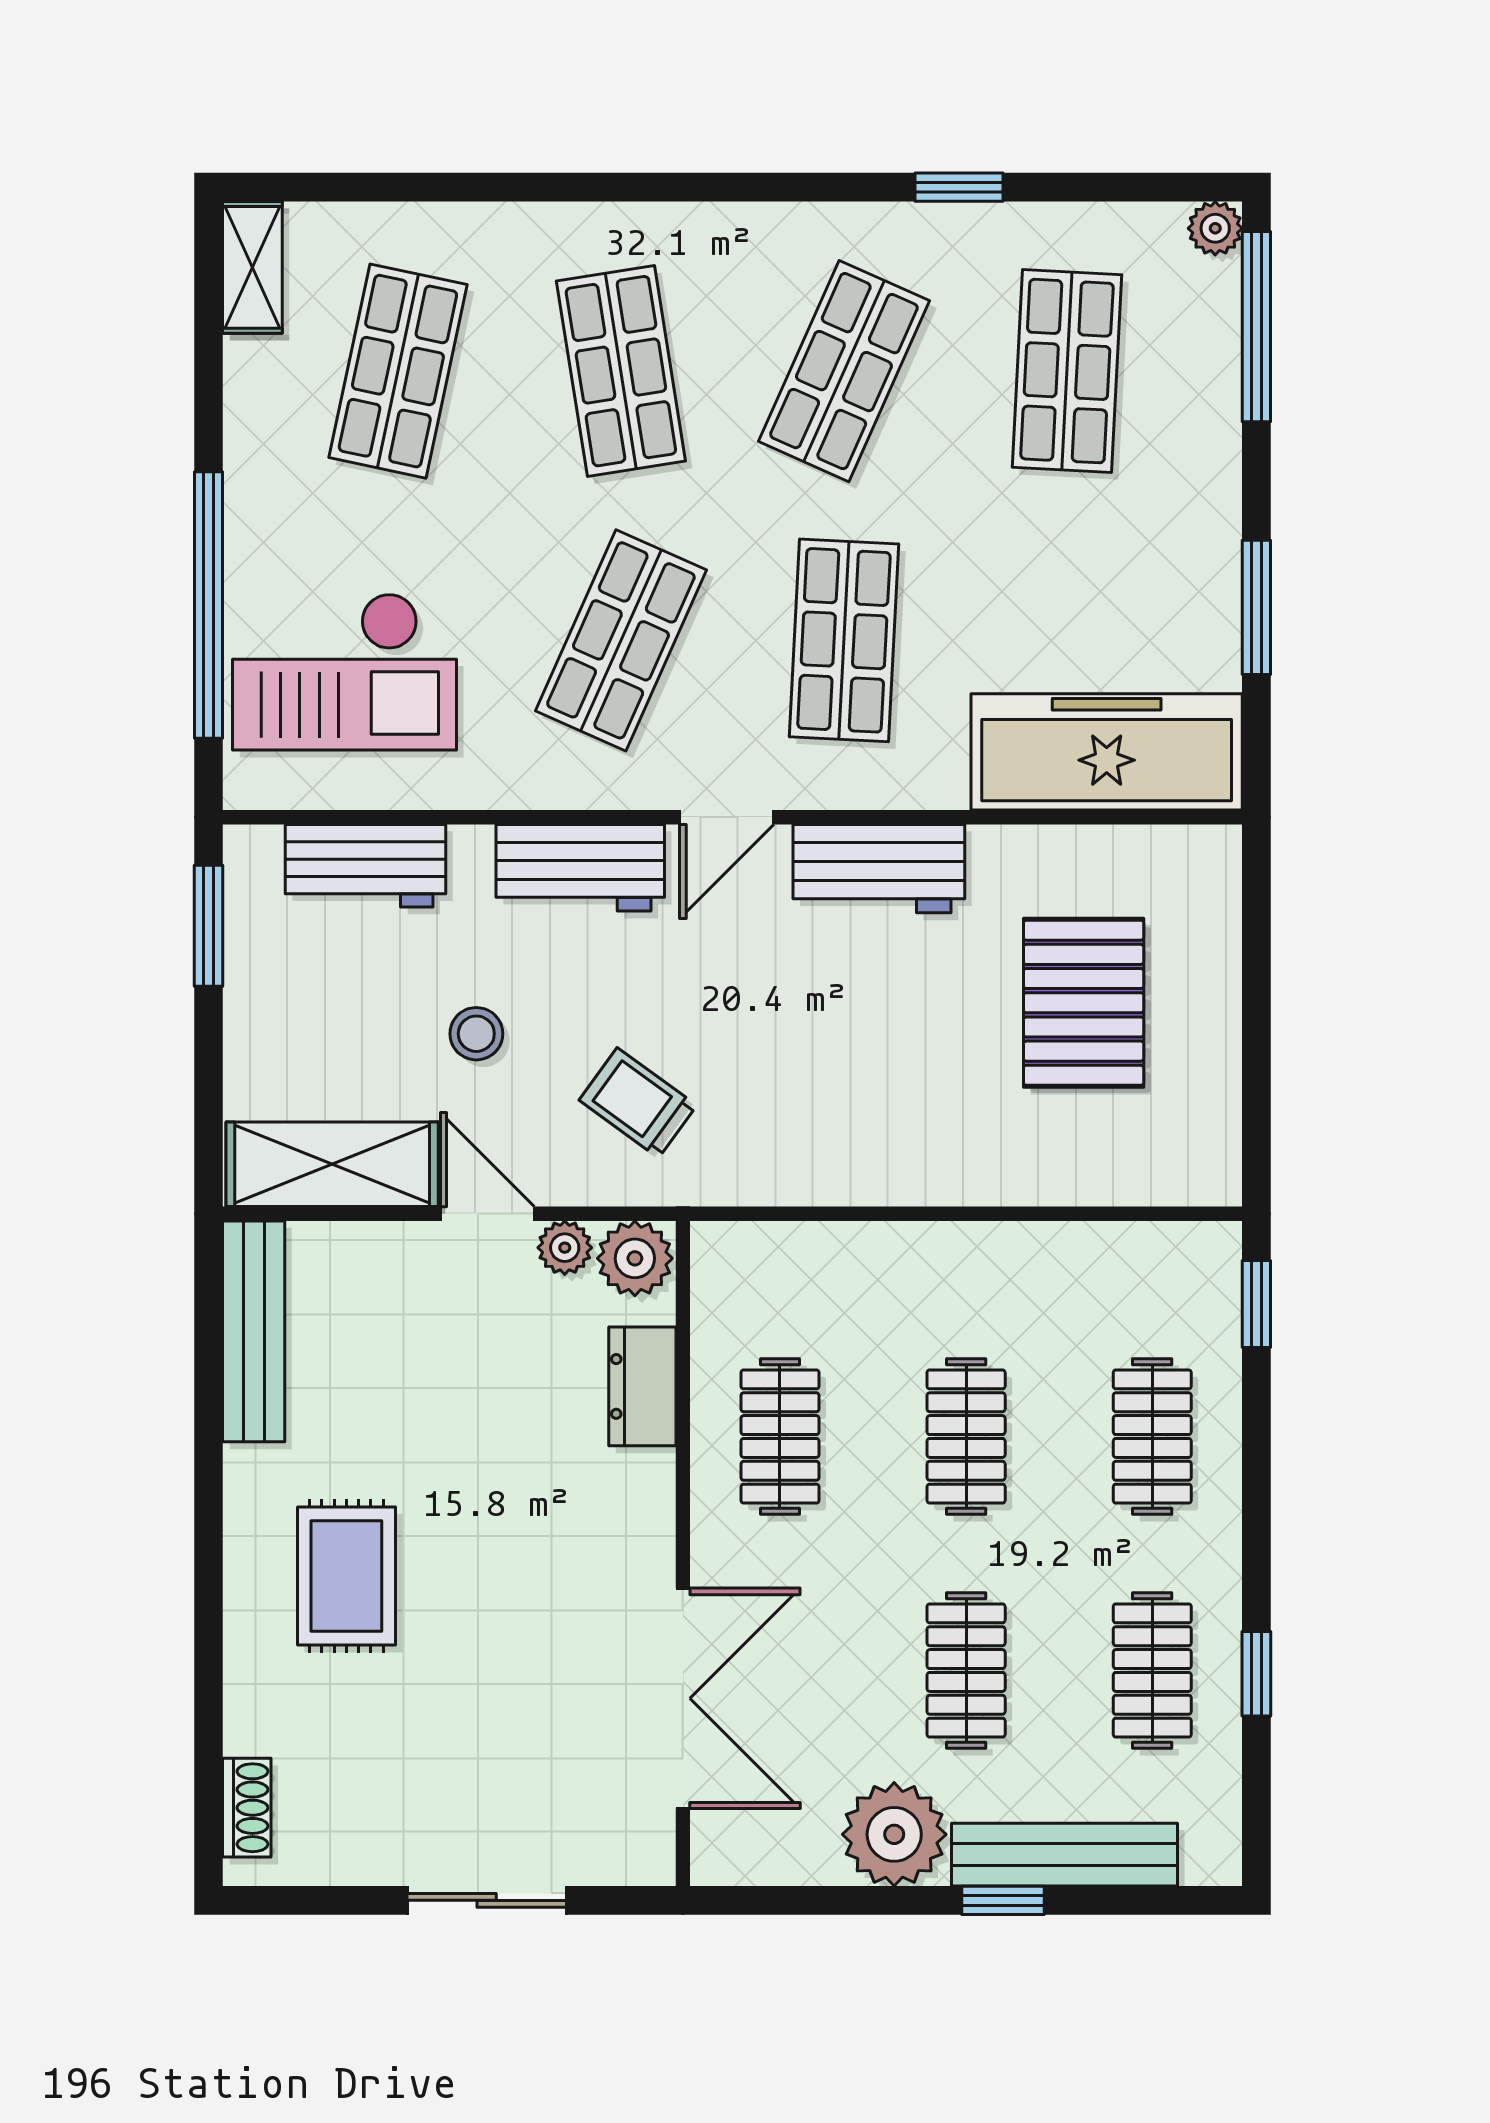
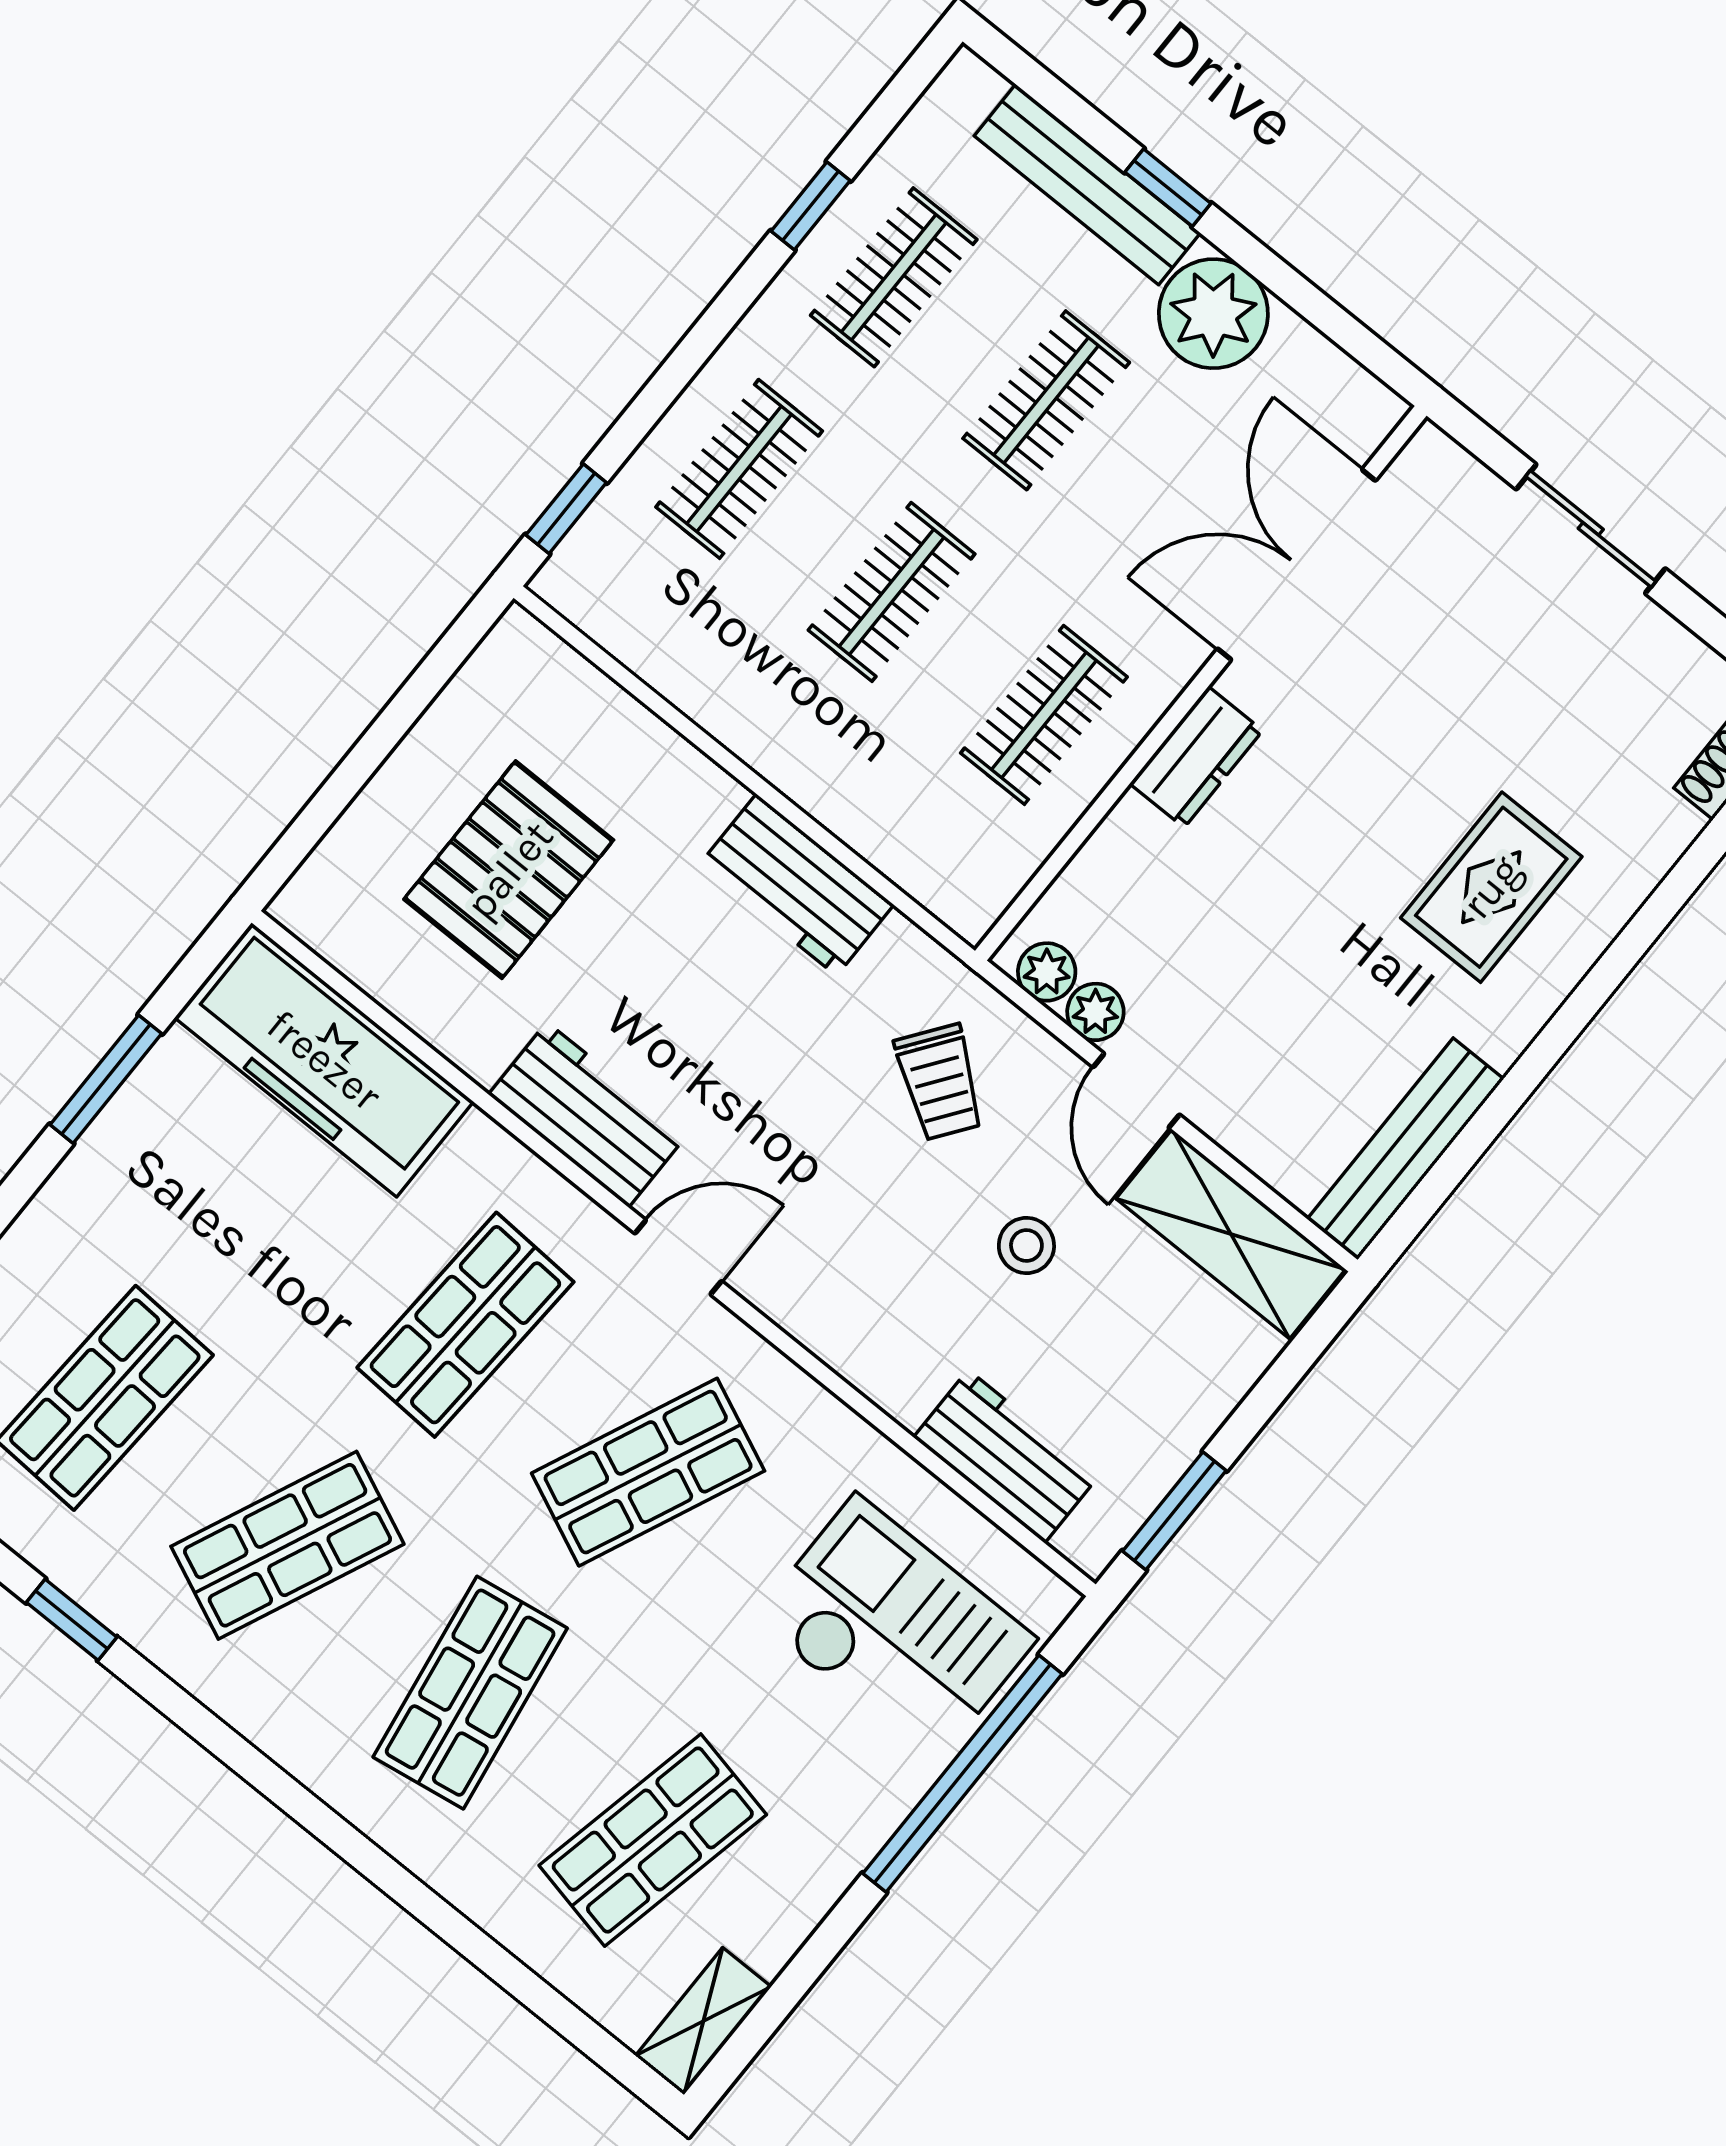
workbench: (580, 868) -> (796, 885), moved, turned 180
plant: (635, 1258) -> (1047, 972), width x0.73, depth x0.73
dresser: (642, 1386) -> (1196, 757), moved

